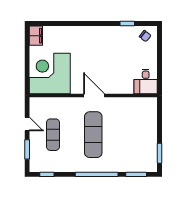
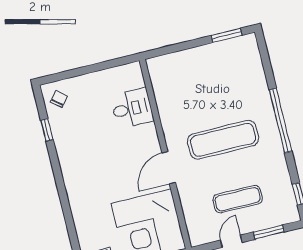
desk: (146, 81) -> (132, 108), moved
door: (94, 96) -> (169, 168), moved
window: (136, 174) -> (266, 62), removed

